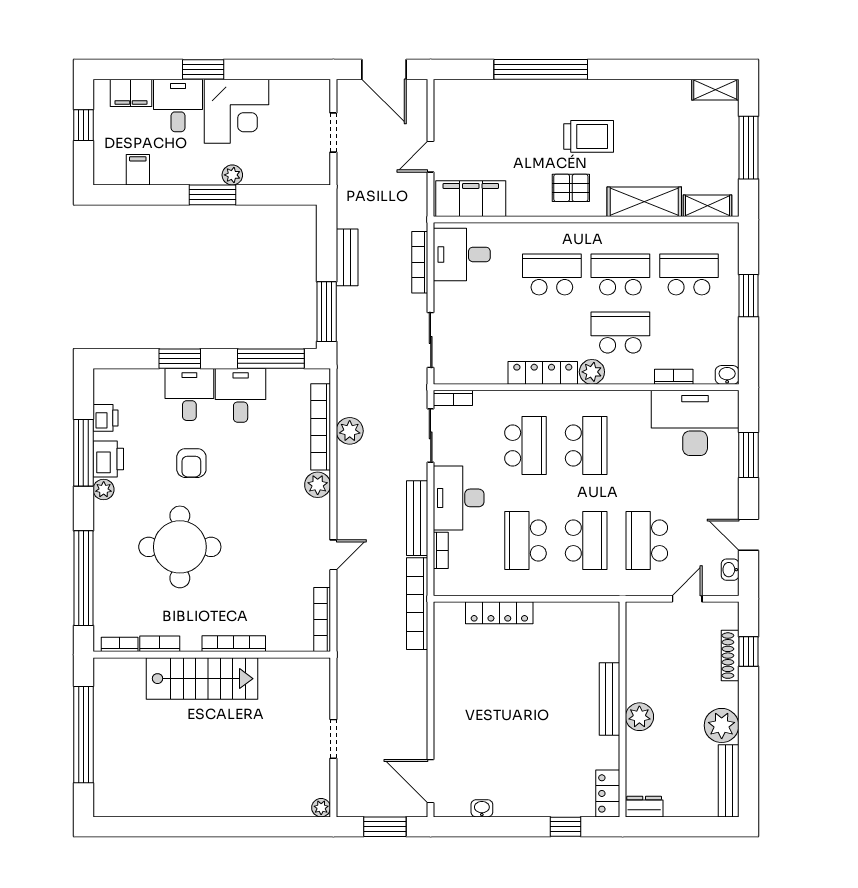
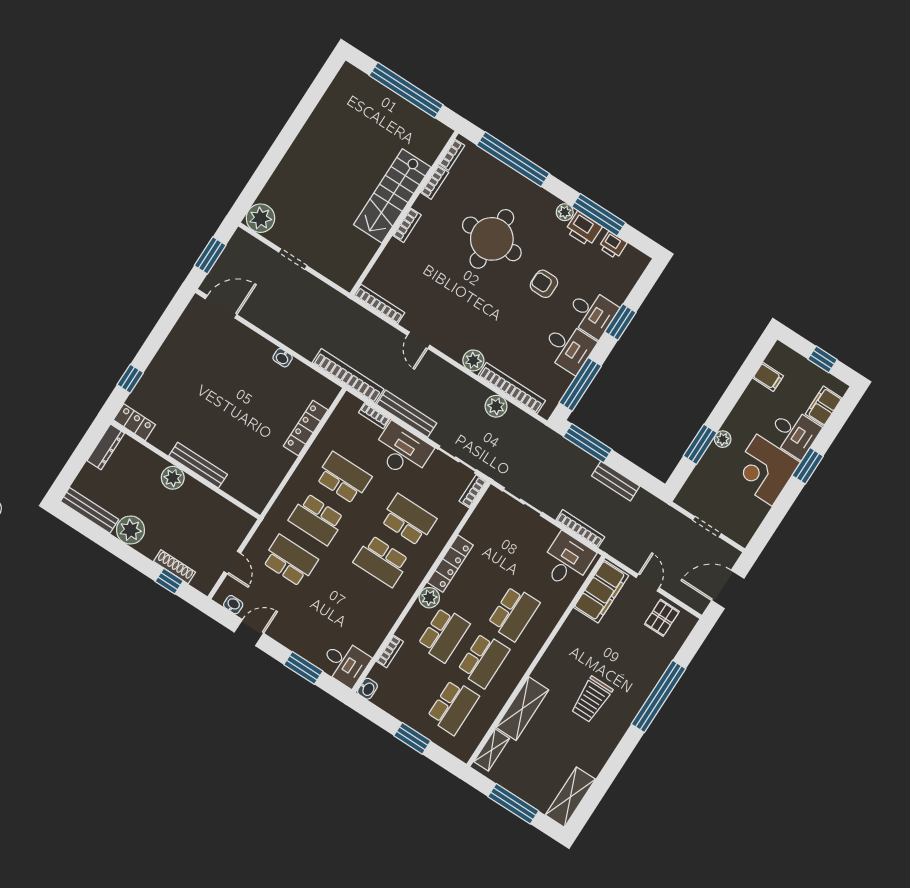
shelving: (715, 90) -> (570, 797), width x1.50, depth x1.33
pallet: (571, 188) -> (662, 618), moved
window: (212, 195) -> (700, 444), moved
desk: (695, 423) -> (345, 663), width x0.53, depth x0.77
school desk: (525, 446) -> (408, 520), turned 180
bookcase: (234, 644) -> (407, 225), width x0.64
dresser: (644, 807) -> (106, 447), width x1.44
plant: (321, 808) -> (260, 218), width x1.88, depth x1.88
washbasin: (482, 808) -> (283, 358), moved, turned 90

